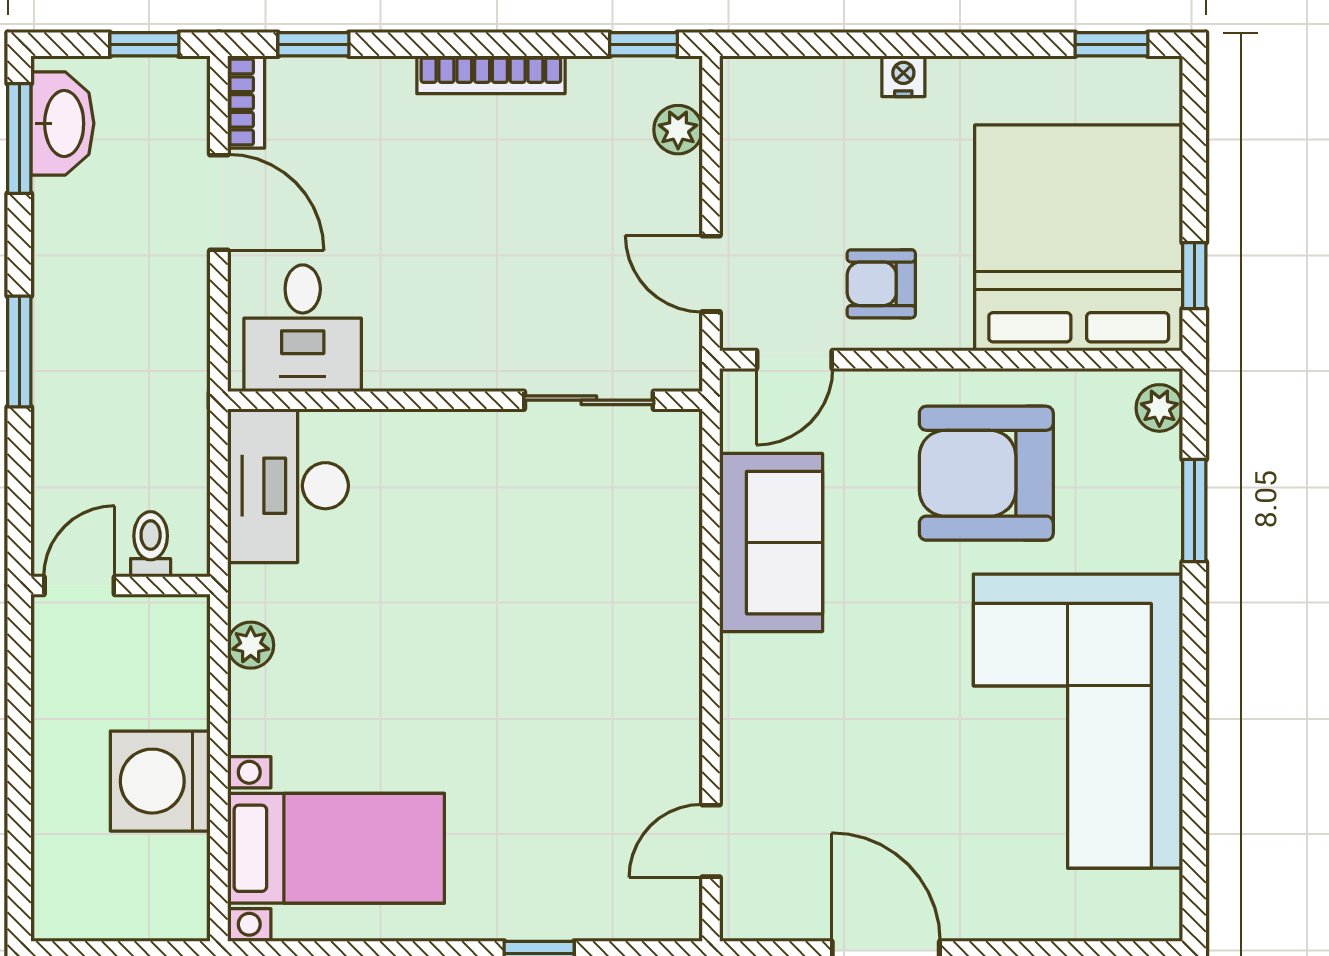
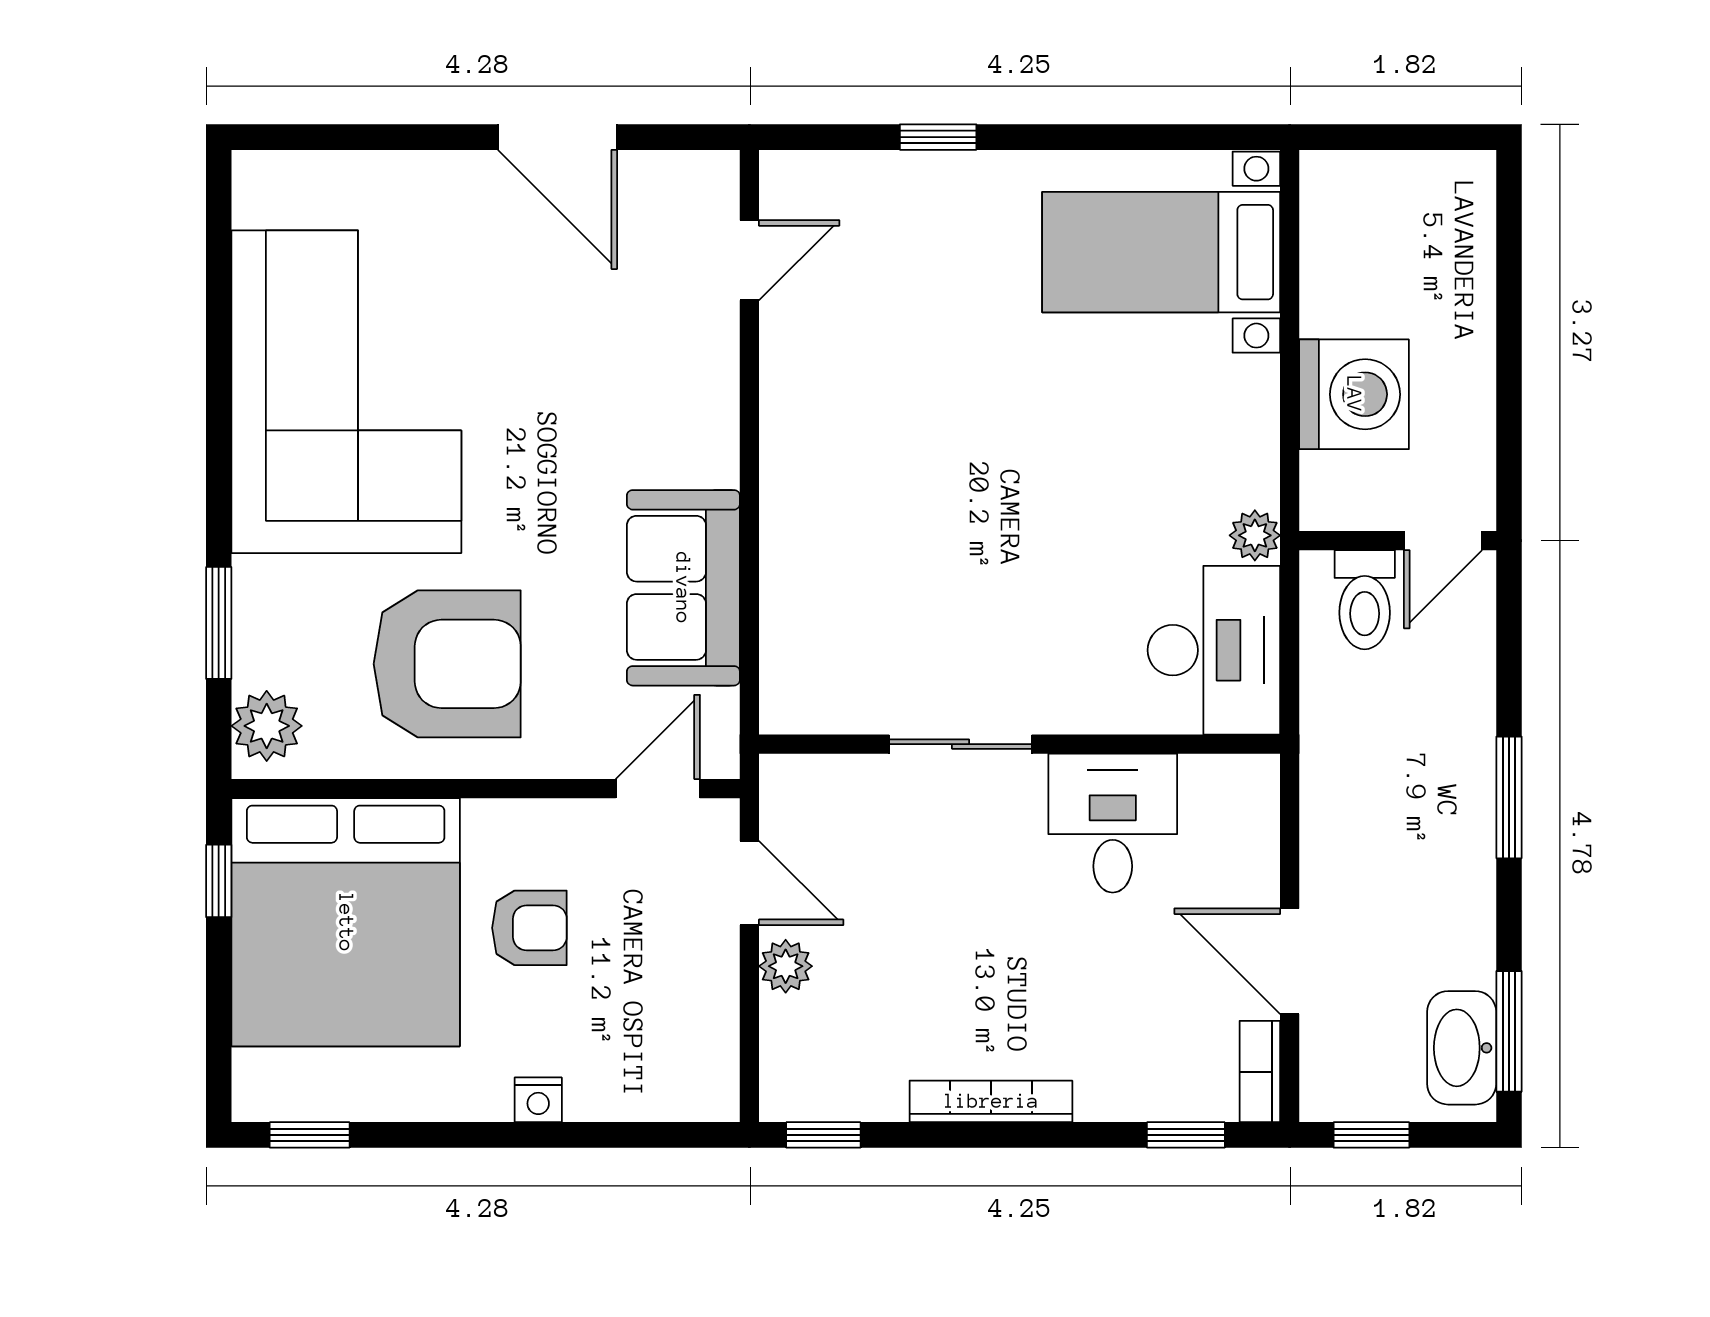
plant: (678, 130) -> (786, 966), moved
armchair: (881, 284) -> (529, 928), moved
desk: (303, 328) -> (1113, 823), moved
sliding door: (589, 400) -> (960, 744), moved
plant: (1159, 408) -> (267, 726), width x1.38, depth x1.38
toilet: (151, 544) -> (1365, 600), width x1.37, depth x1.39
plant: (251, 645) -> (1255, 535), moved
washing machine: (160, 781) -> (1354, 394), moved

